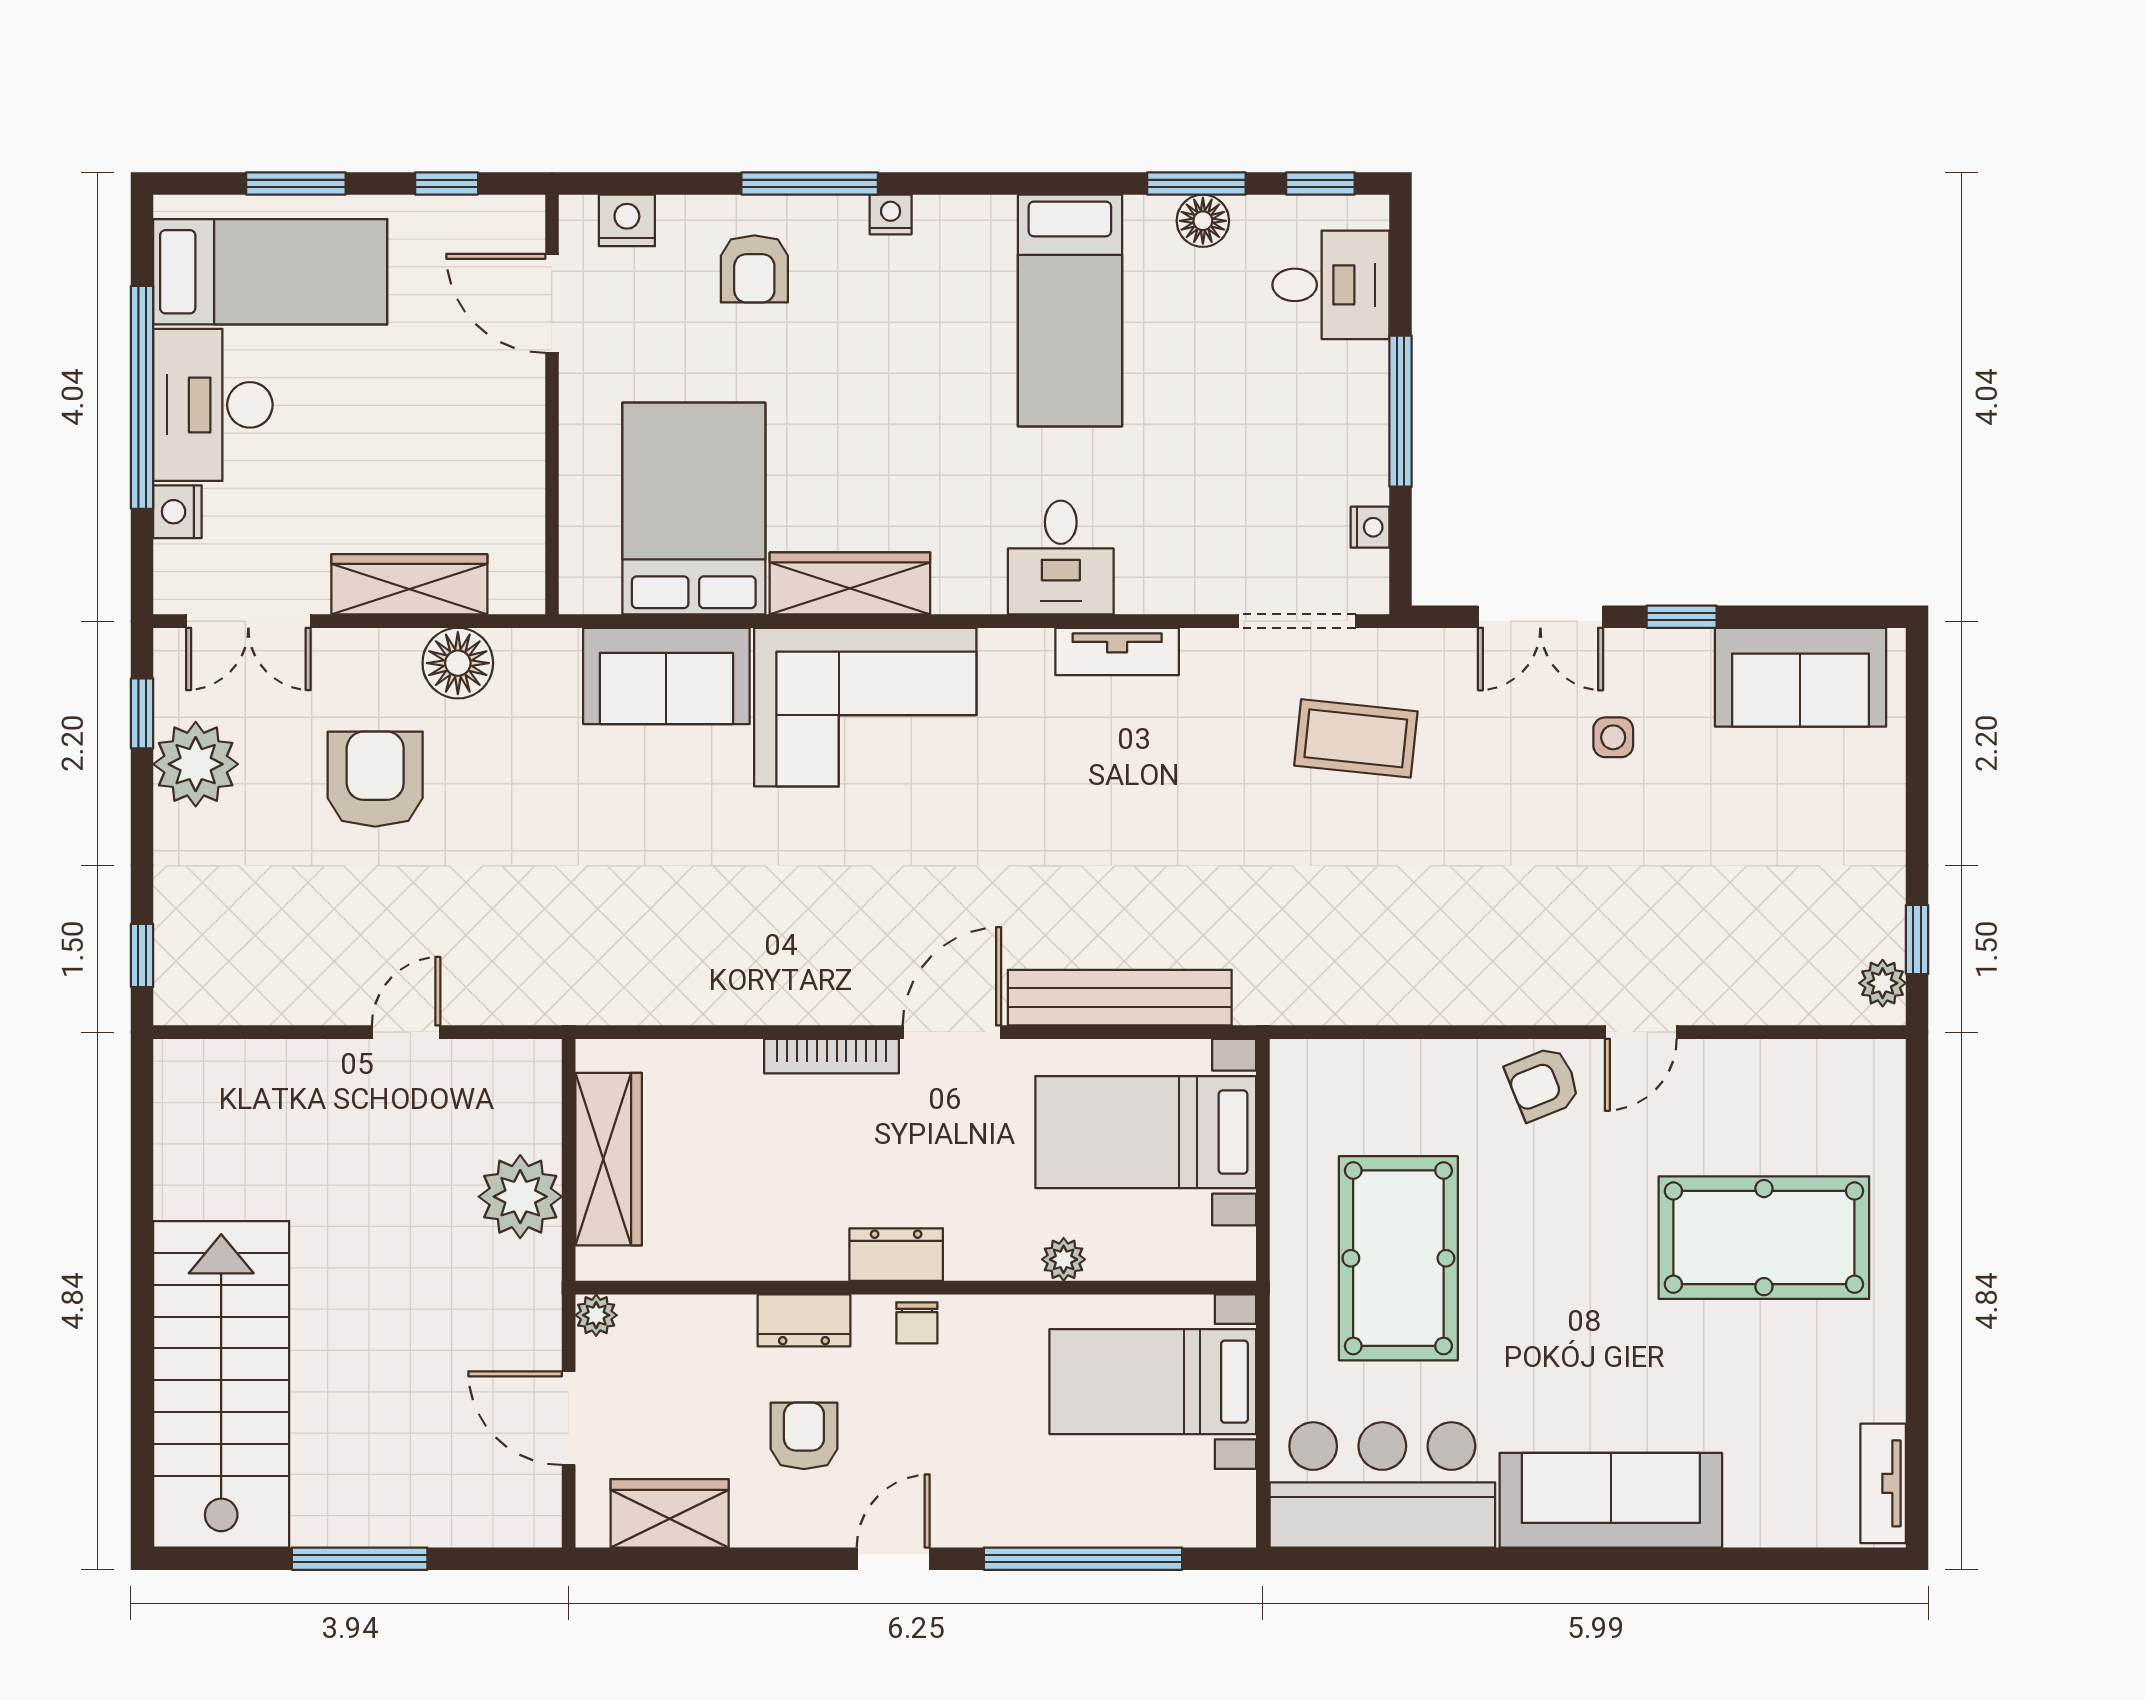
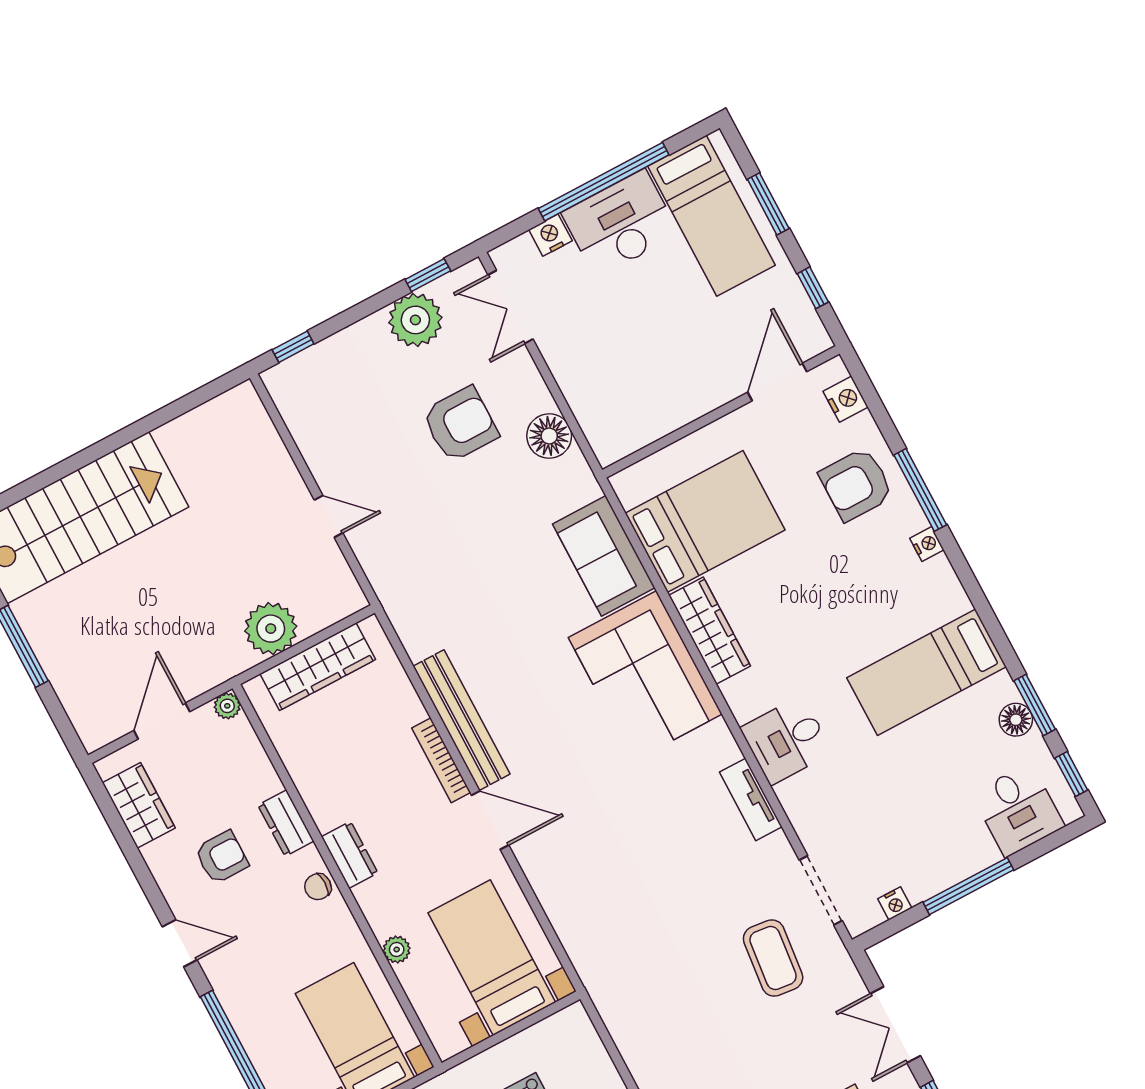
armchair: (754, 269) -> (856, 484), width x1.38, depth x1.38
wardrobe: (409, 584) -> (579, 386), removed
bench: (1120, 998) -> (461, 720), moved

